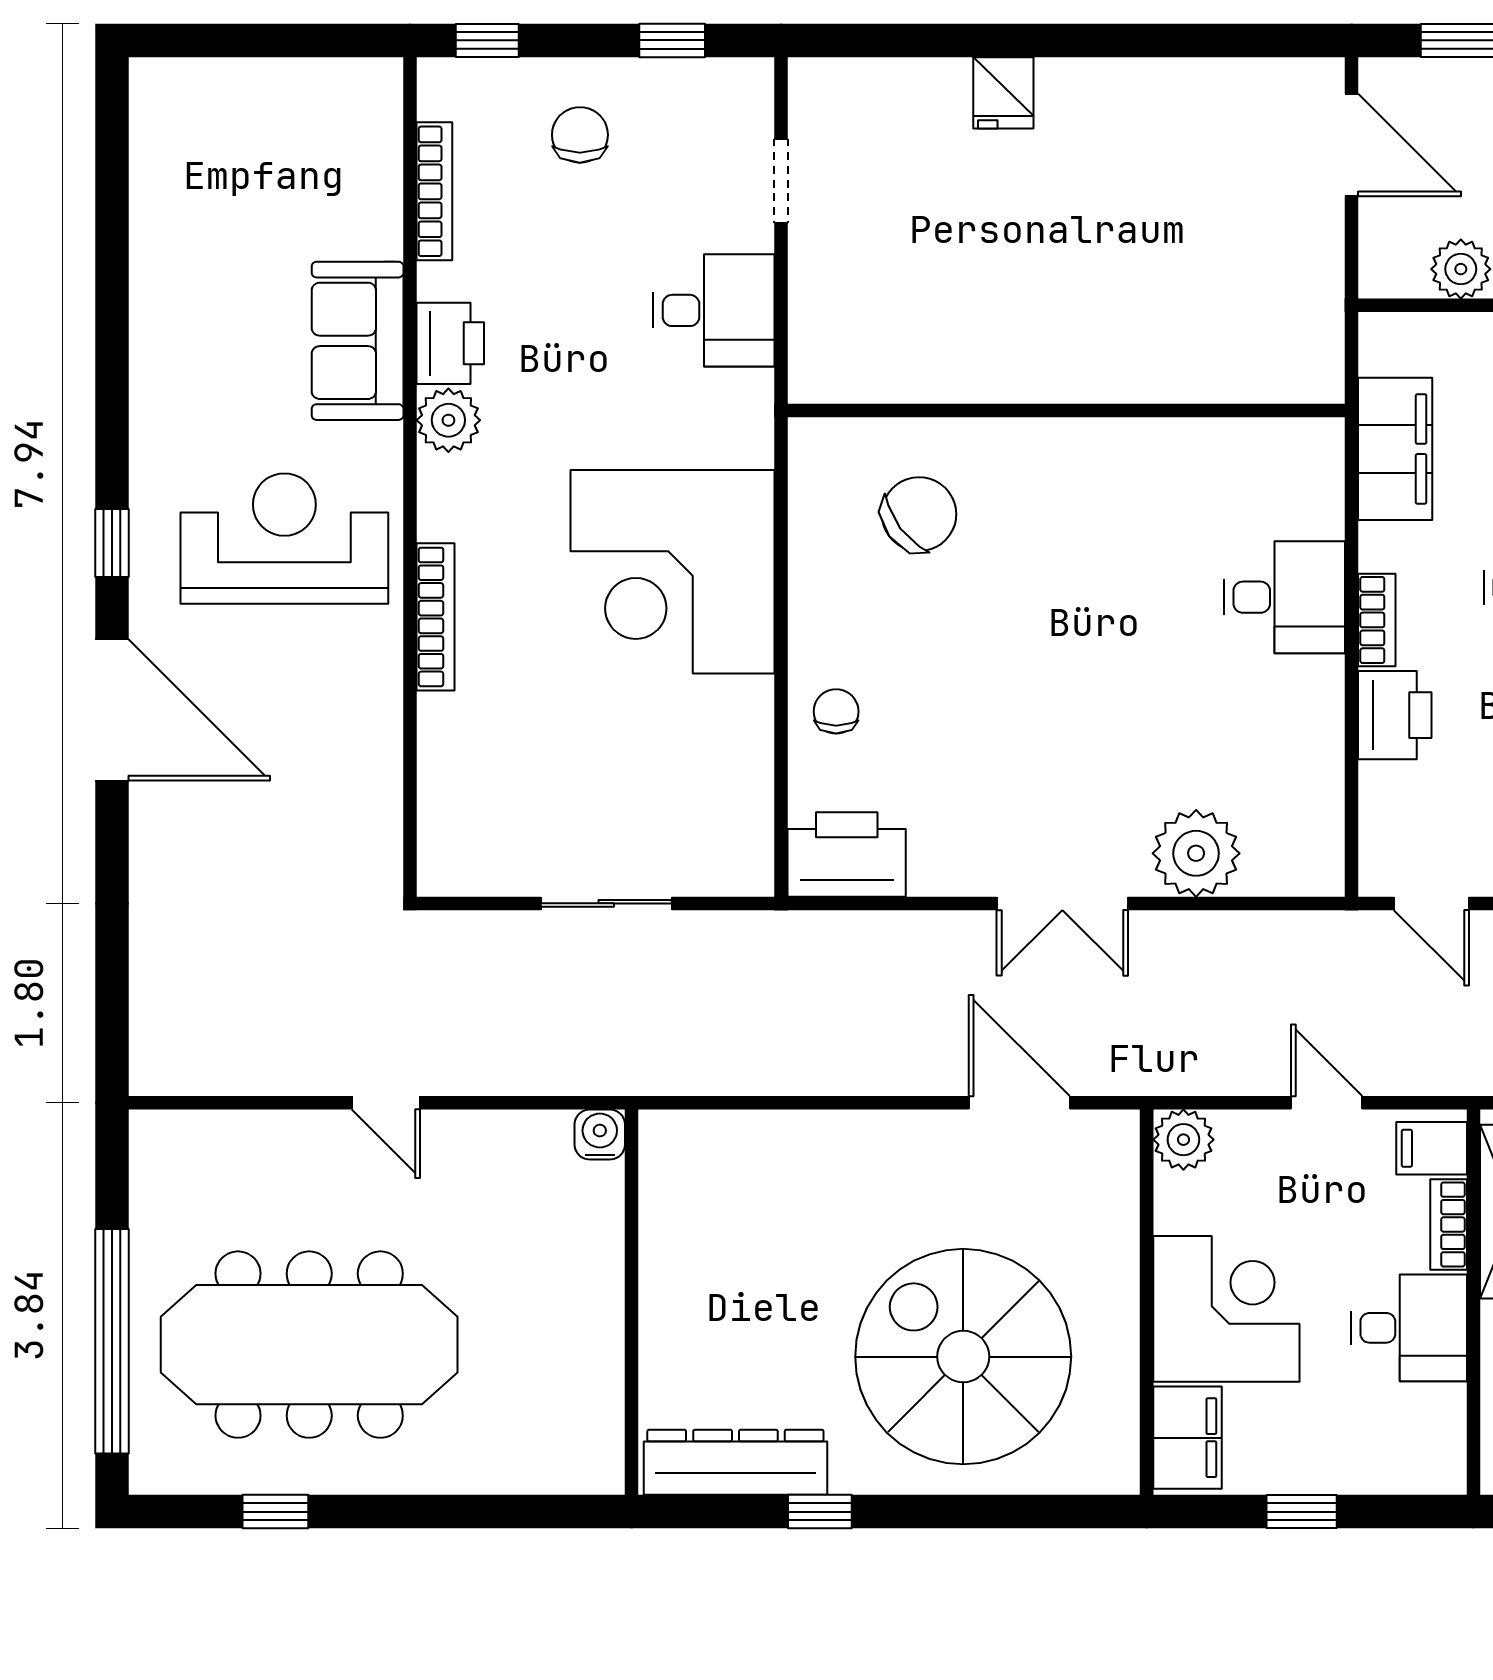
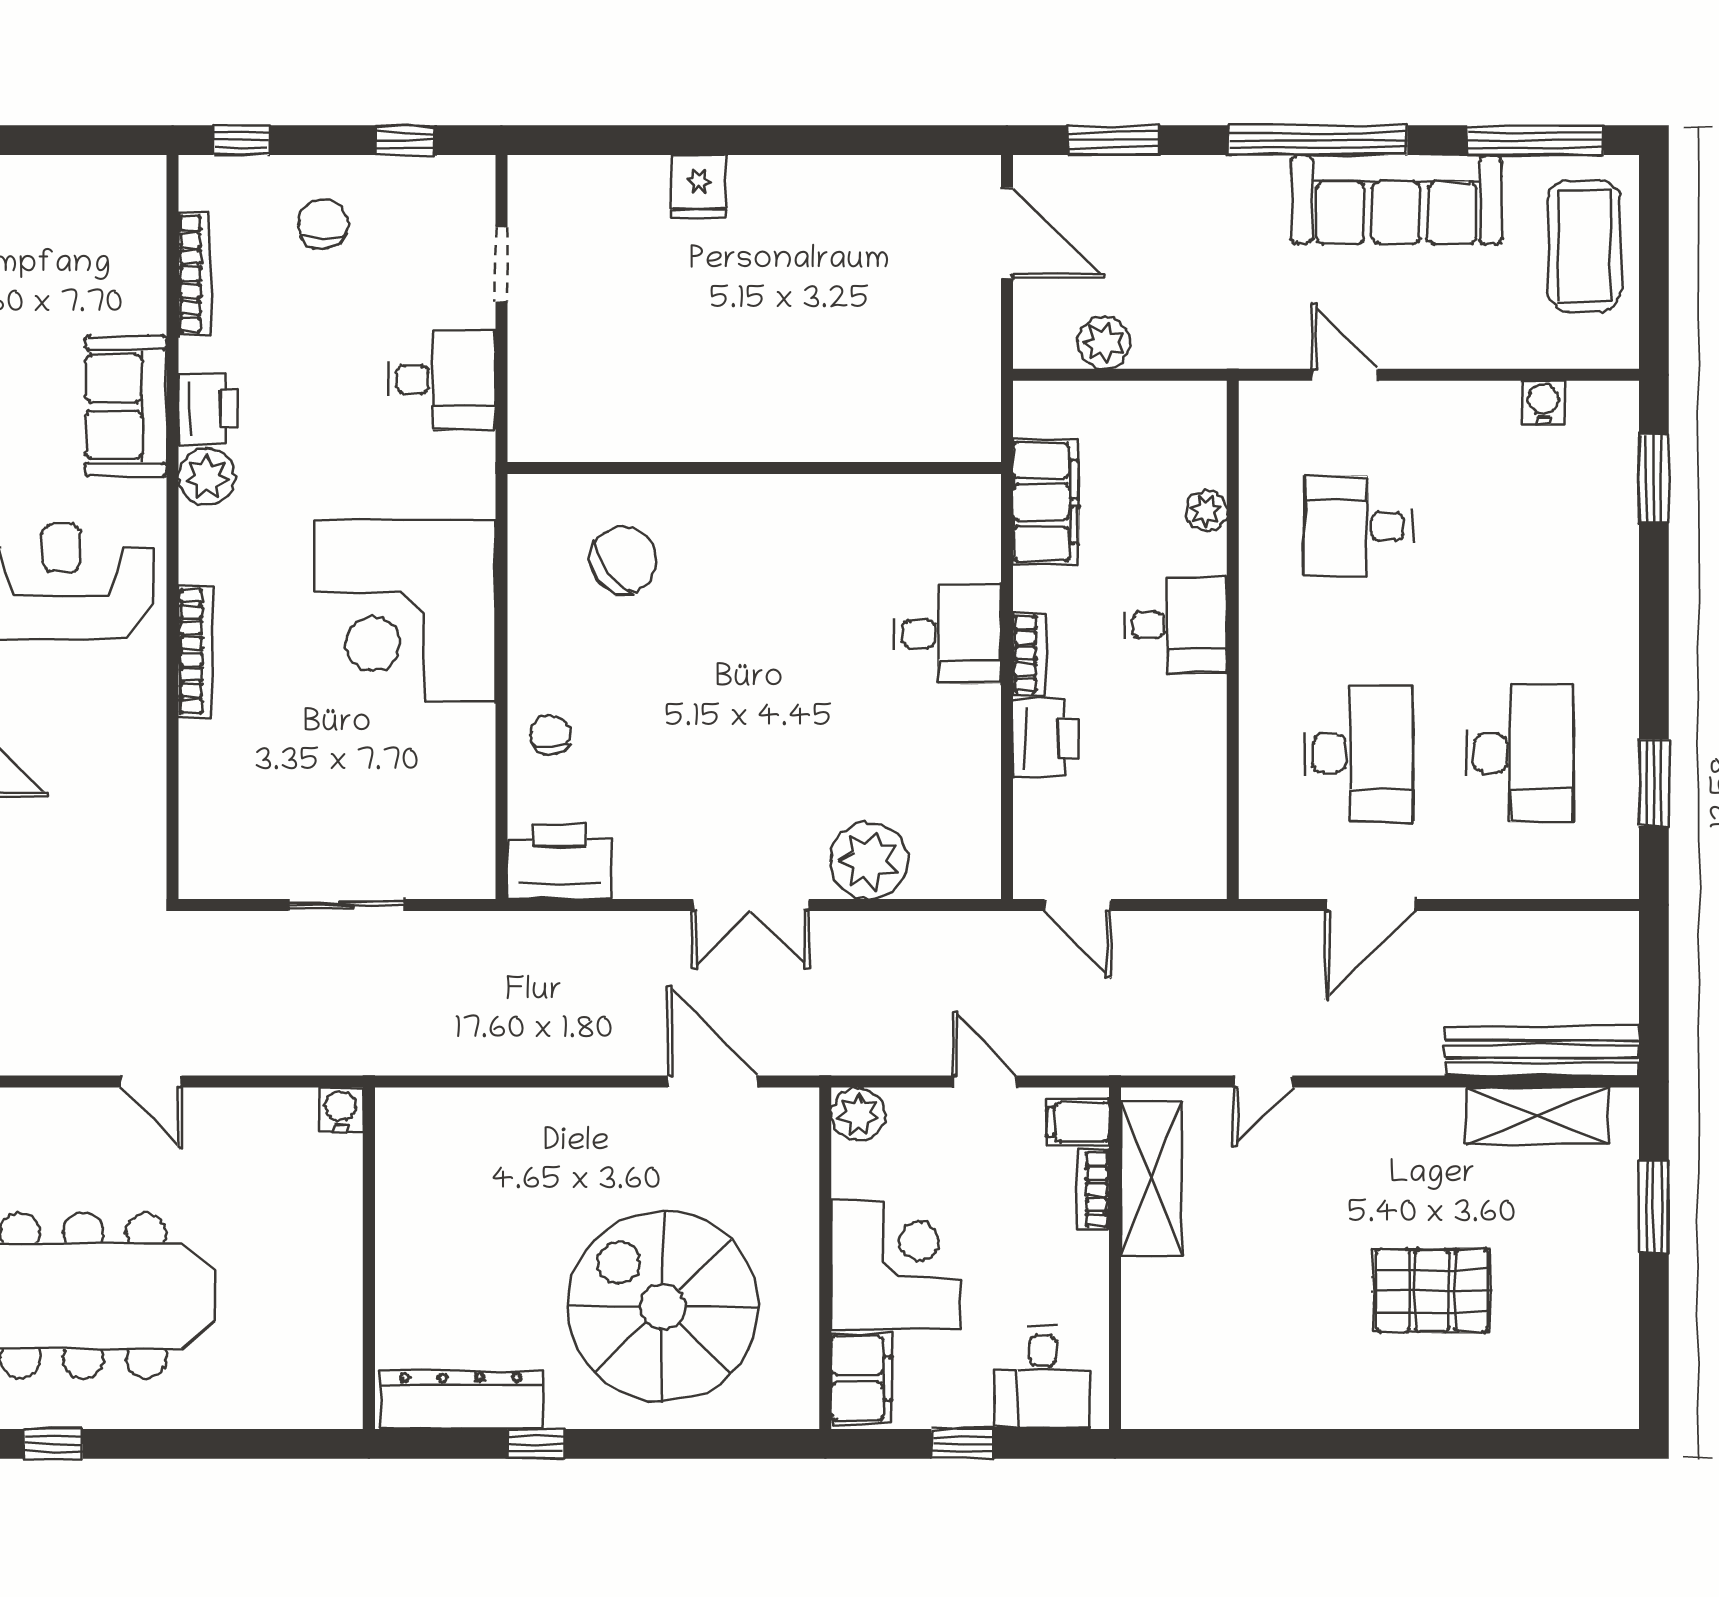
desk: (1409, 1328) -> (1043, 1378), moved, turned 90

